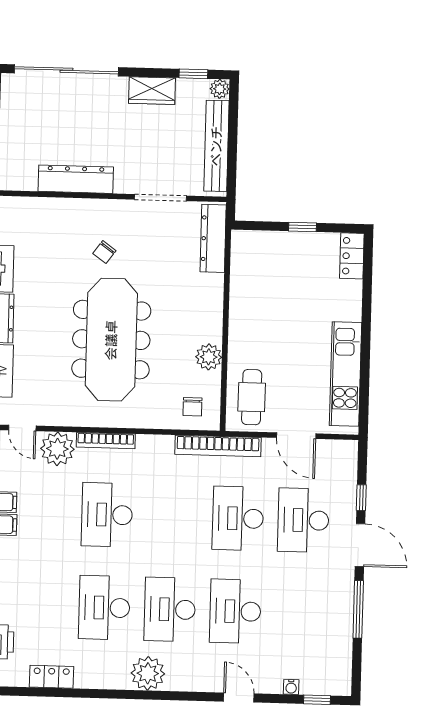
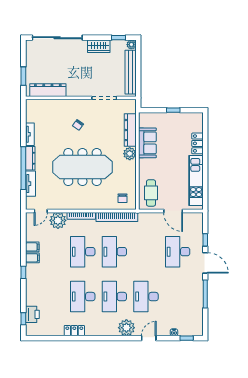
dresser: (76, 179) -> (48, 90), moved
dresser: (213, 238) -> (130, 130), moved
locker: (352, 256) -> (197, 143), moved
sofa: (247, 293) -> (147, 143), added
meeting table: (111, 340) -> (82, 167), turned 90
plant: (209, 357) -> (130, 154), moved
door: (22, 428) -> (41, 211), hinge flipped
bookcase: (218, 446) -> (117, 217), moved
desk: (238, 518) -> (114, 252), moved
plant: (148, 673) -> (126, 328), moved
locker: (52, 677) -> (74, 331), moved
door: (239, 697) -> (149, 338), hinge flipped

